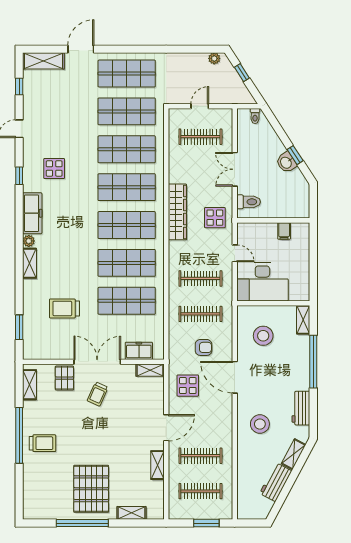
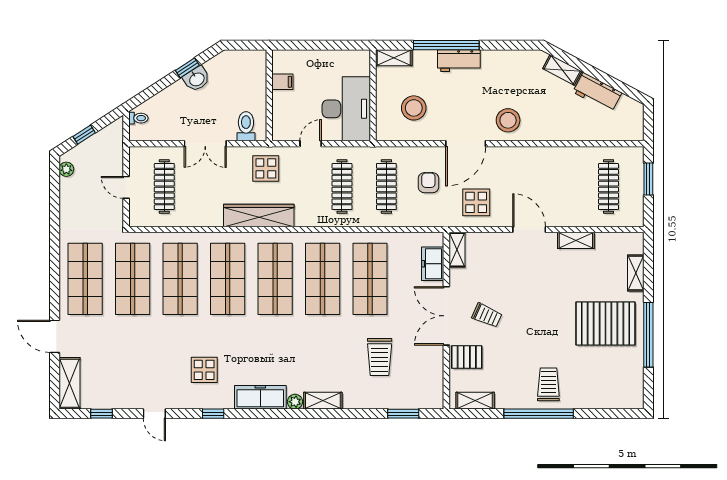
workbench: (301, 408) -> (459, 61), moved
stool: (260, 424) -> (508, 120), moved
clothes rail: (200, 456) -> (564, 187), removed

